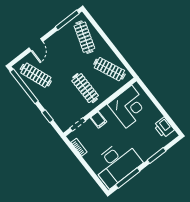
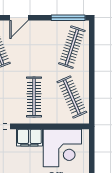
filing cabinet: (98, 120) -> (29, 138), width x2.00

